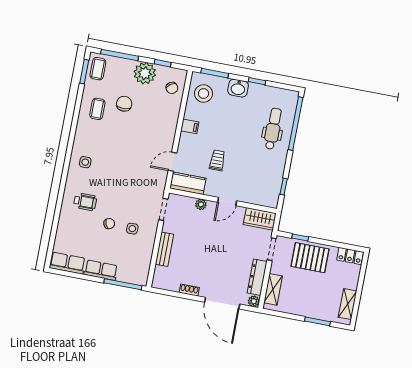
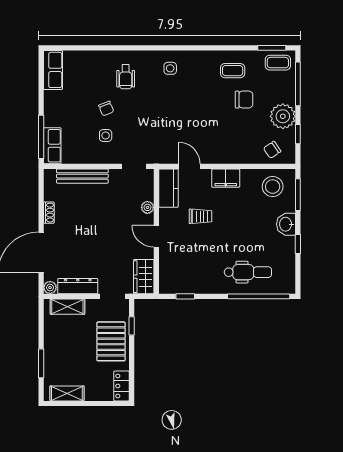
filing cabinet: (190, 126) -> (226, 178), width x2.00
bench: (164, 249) -> (82, 176), width x1.36
row of seats: (101, 270) -> (52, 146), moved

